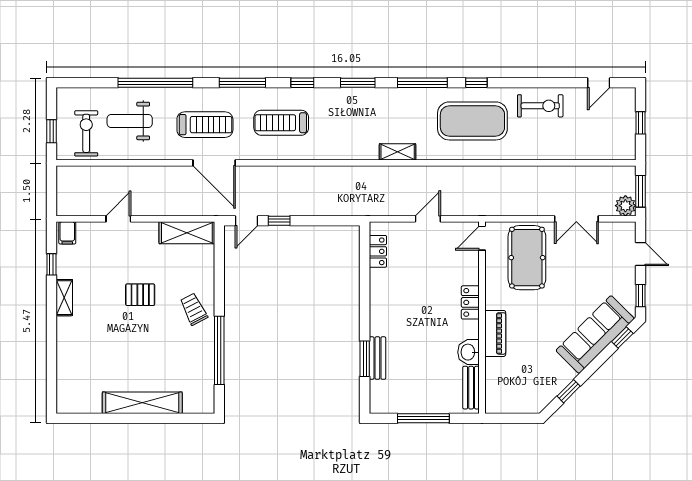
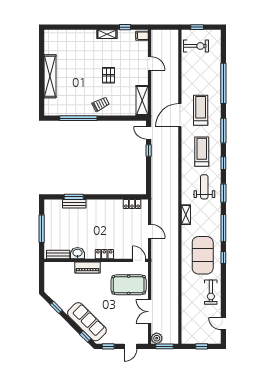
weight bench: (130, 121) -> (204, 187), moved
treadmill: (205, 125) -> (201, 110), turned 180

